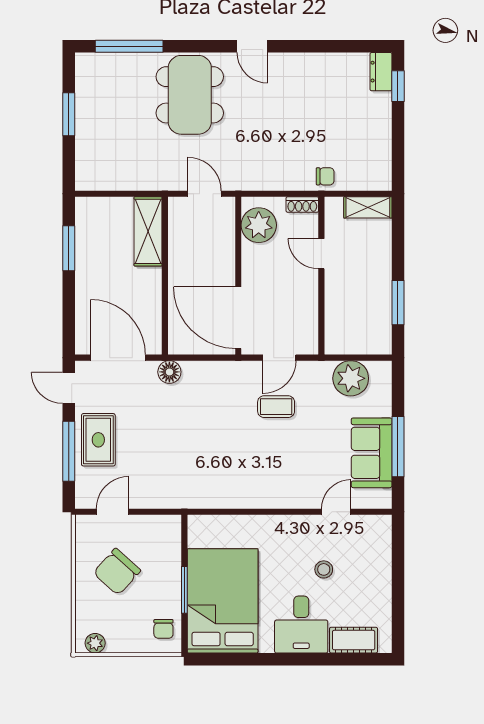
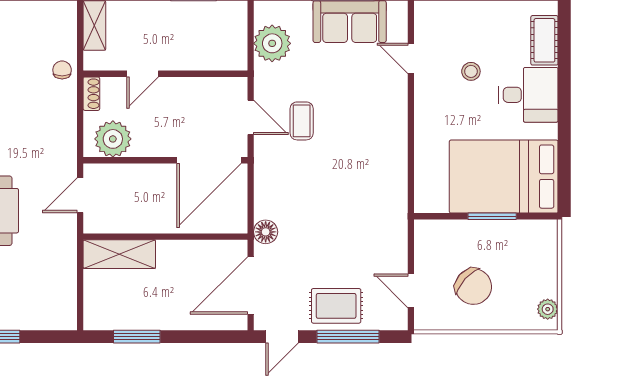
chair: (163, 629) -> (533, 238), removed

